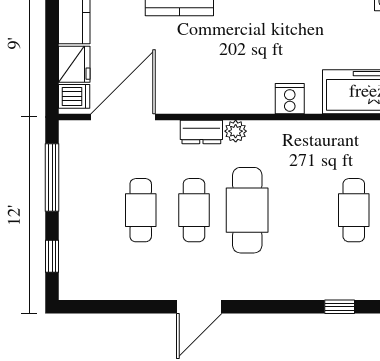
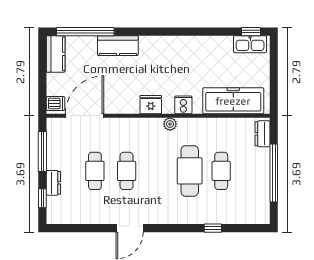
fridge: (74, 64) -> (151, 105), moved, turned -90
plant: (236, 131) -> (170, 124), moved
dresser: (201, 132) -> (53, 183), moved, turned -90
cafe table: (247, 210) -> (190, 171), moved

